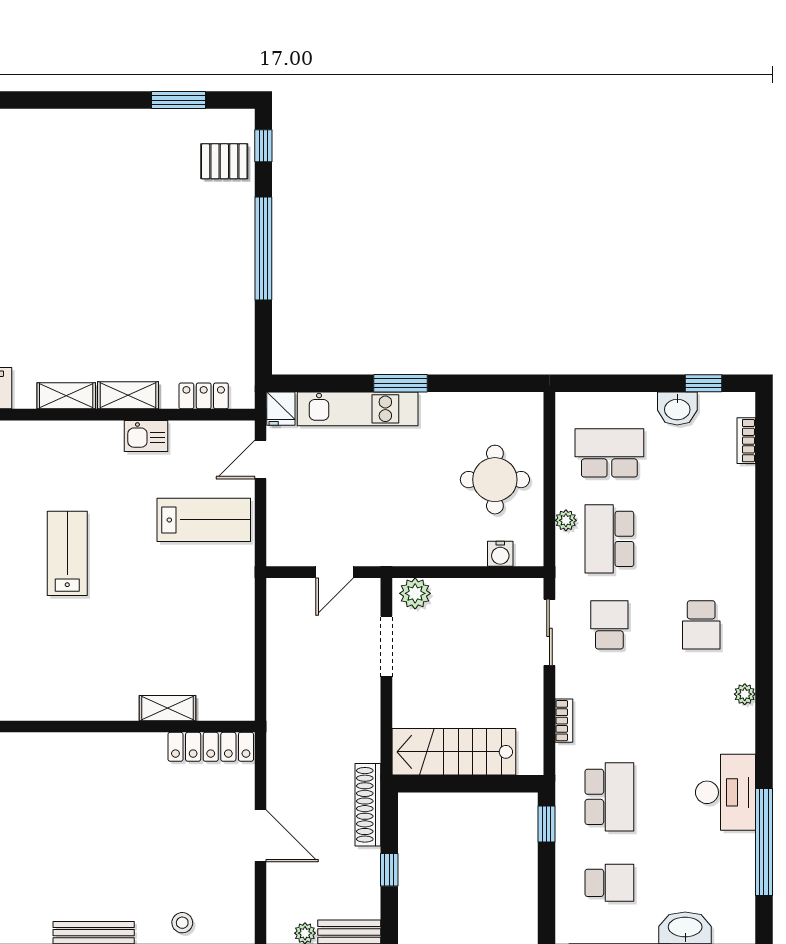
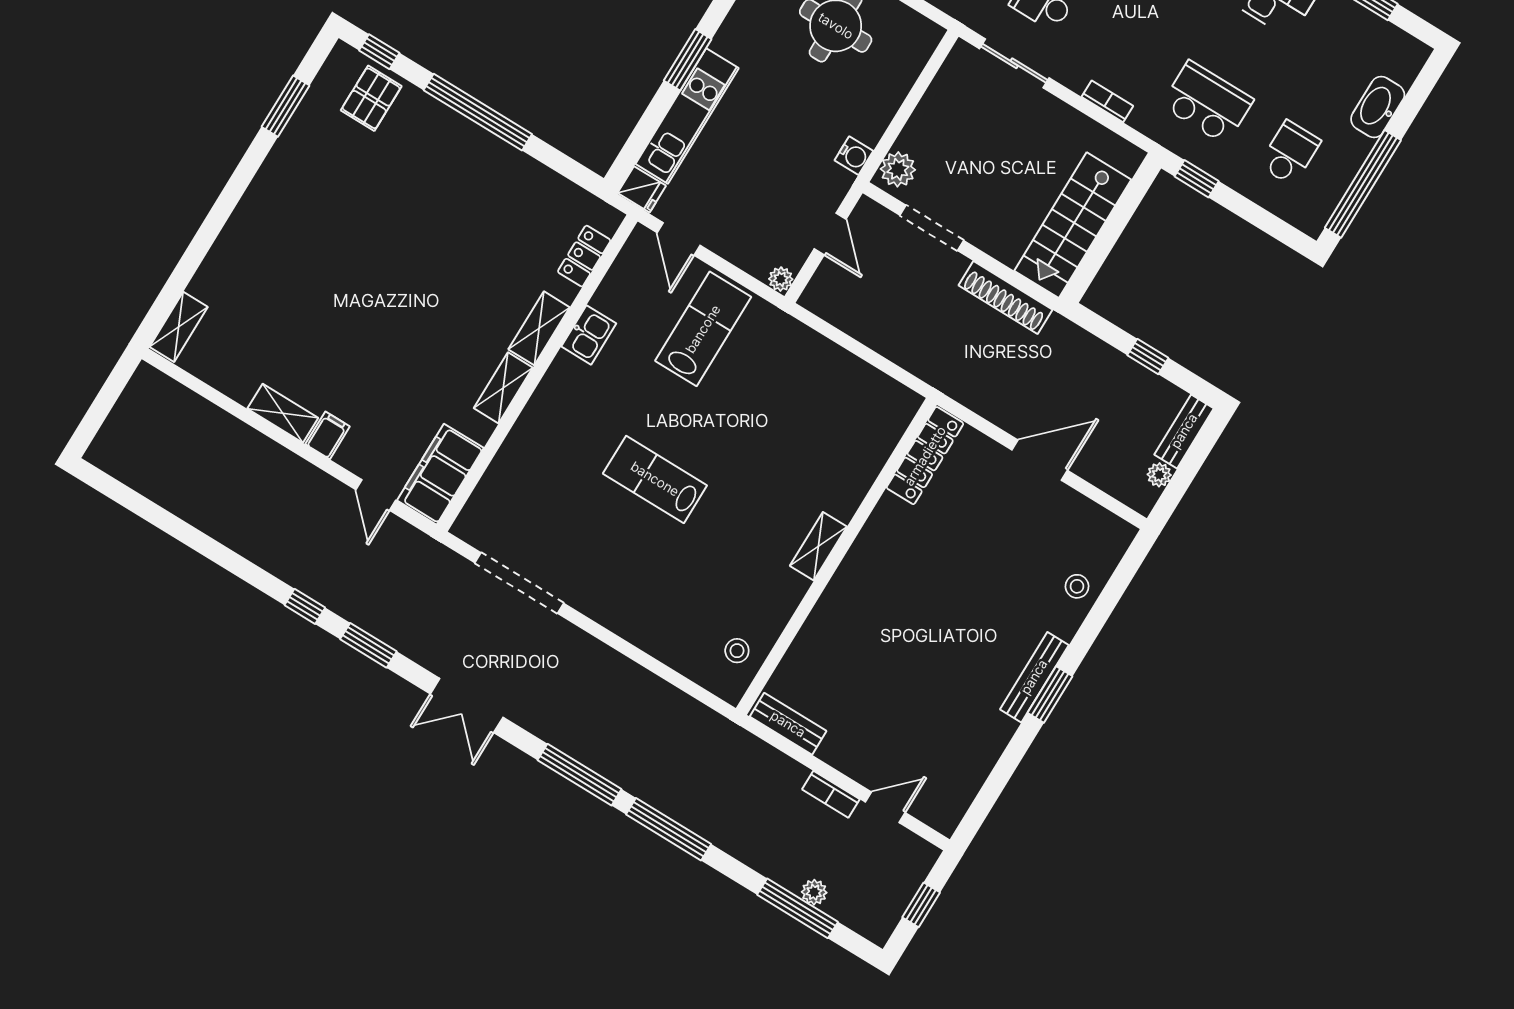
water cooler: (500, 554) -> (854, 156), moved
plant: (277, 556) -> (781, 279), added
shelving: (167, 708) -> (818, 546), moved
shoe rack: (368, 805) -> (1006, 298), moved

